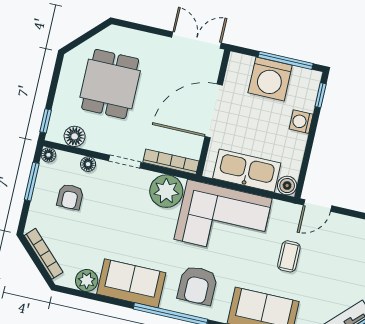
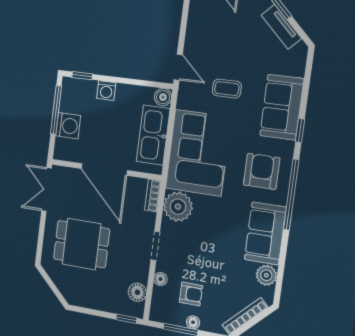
washing machine: (270, 79) -> (68, 126), width x0.73, depth x0.73
dining table: (110, 84) -> (81, 244), moved
floor lamp: (48, 155) -> (193, 322), moved
bookcase: (171, 162) -> (153, 196), width x0.64
armchair: (197, 285) -> (262, 171), turned -90

